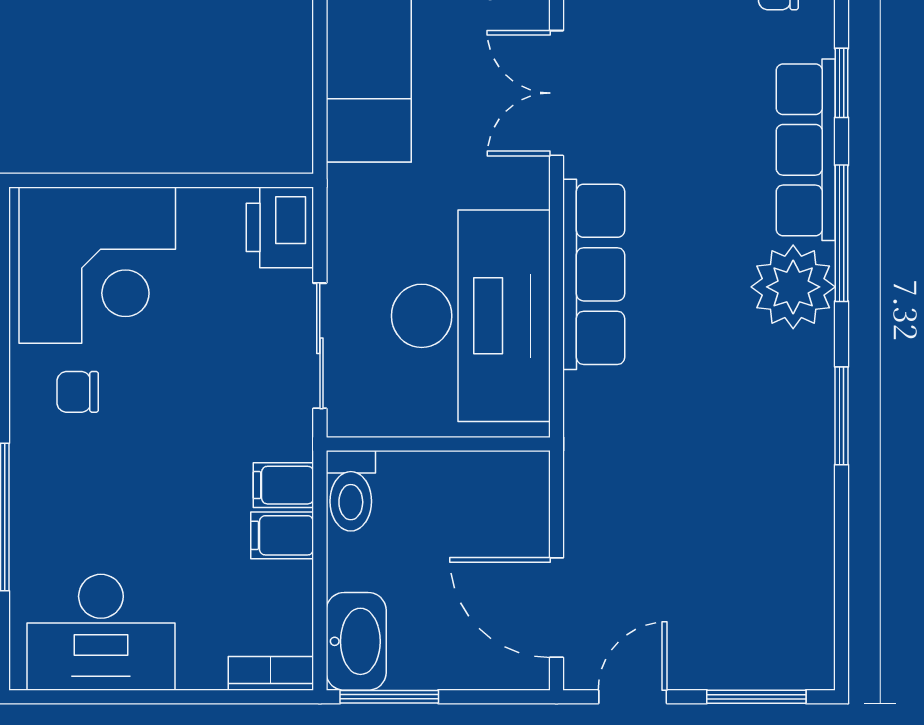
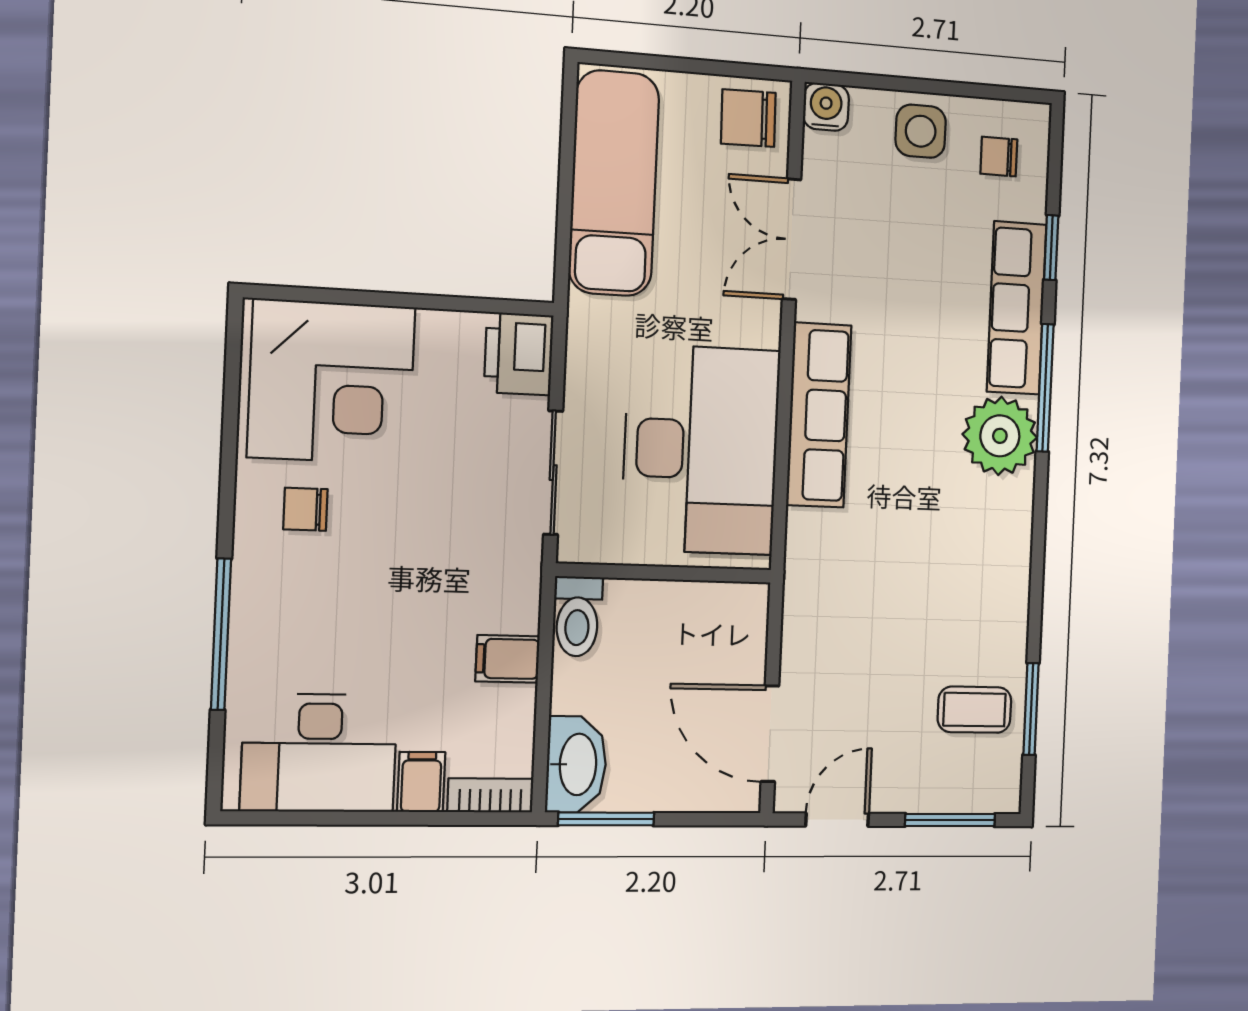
window: (842, 416) -> (1031, 709), moved
filing cabinet: (283, 485) -> (421, 782), moved, turned 90
coffee table: (778, 579) -> (974, 710), added

